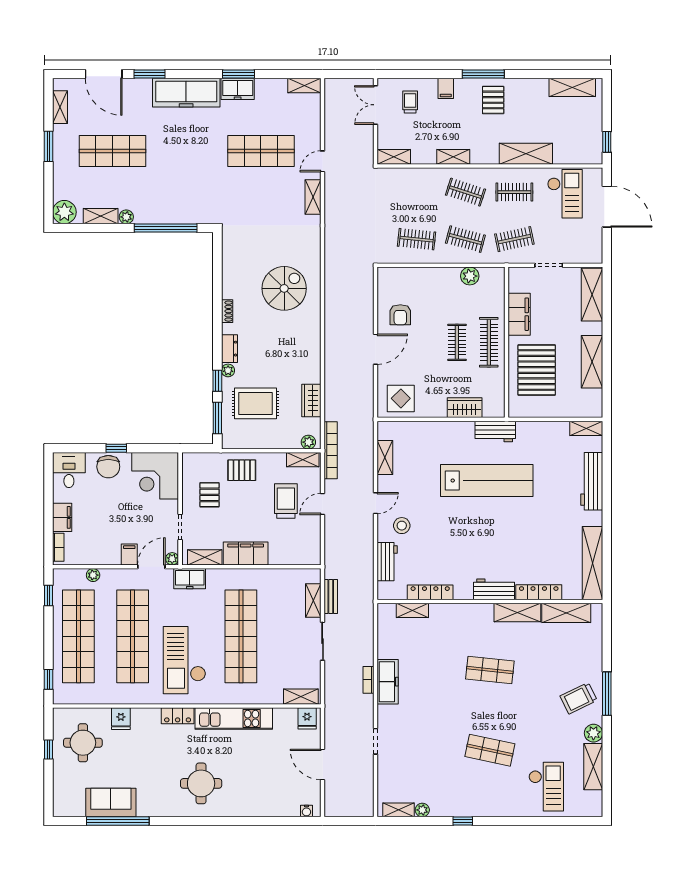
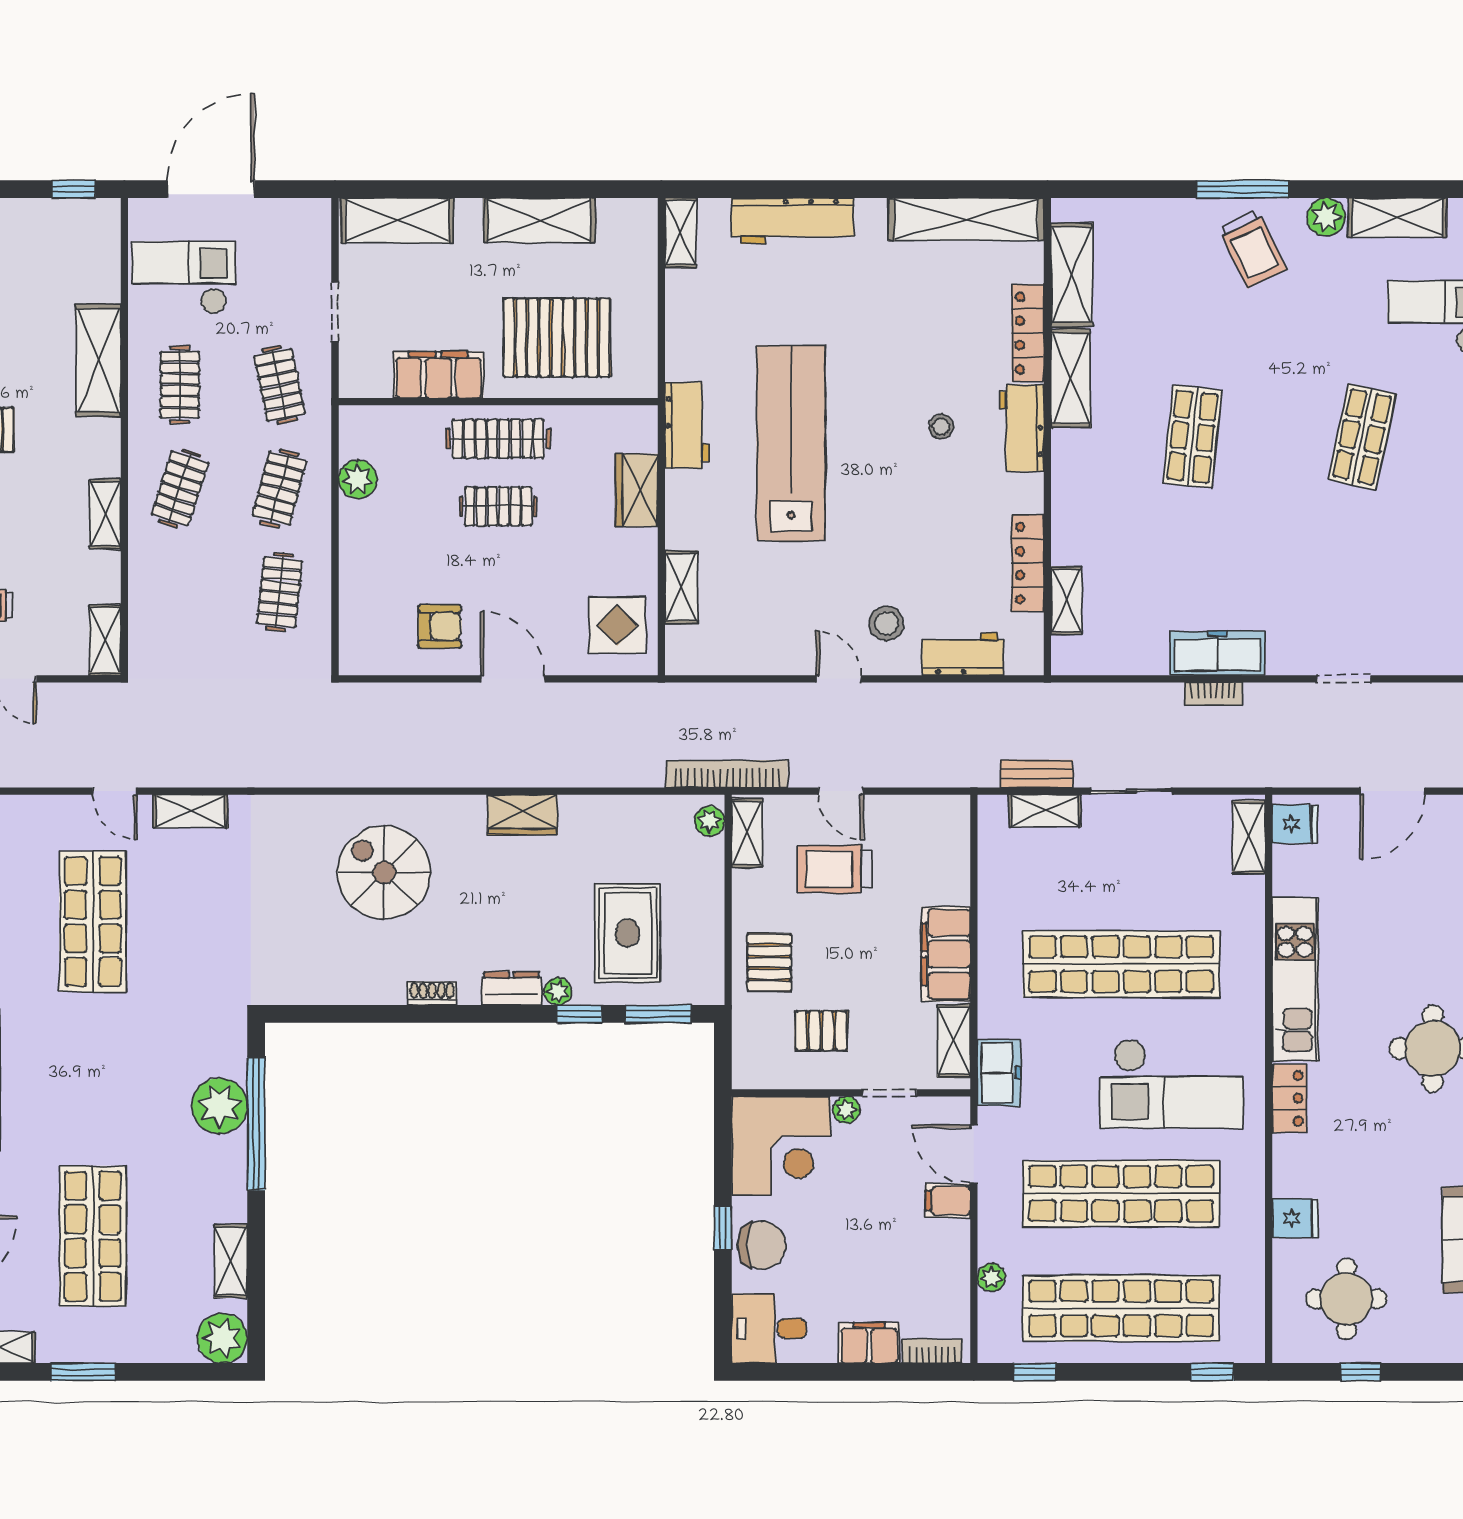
plant: (126, 217) -> (219, 1106), moved, width x1.87, depth x1.87
wardrobe: (311, 400) -> (522, 815), moved
shelving: (385, 458) -> (681, 587), moved, turned 90
stool: (495, 551) -> (941, 427), added
plant: (172, 559) -> (846, 1110), moved

